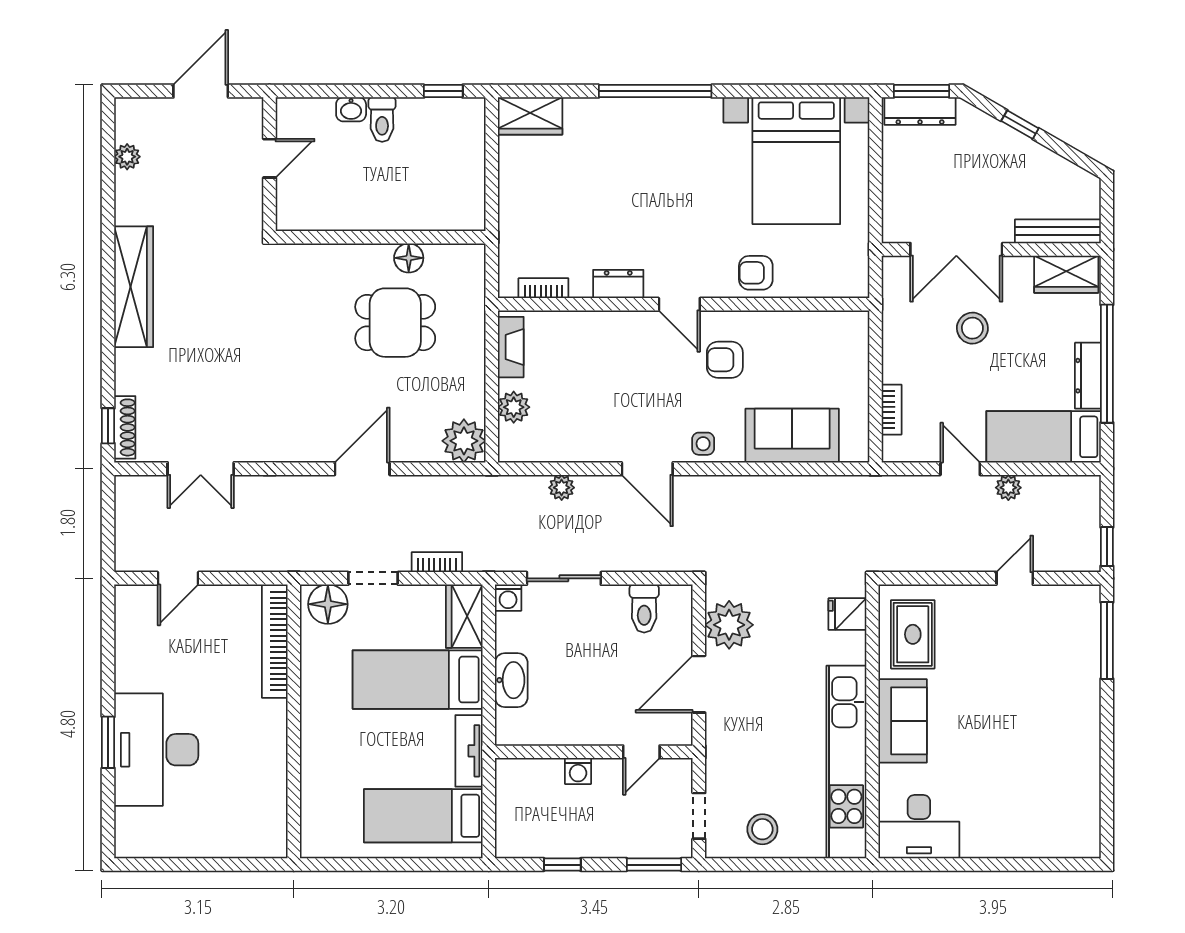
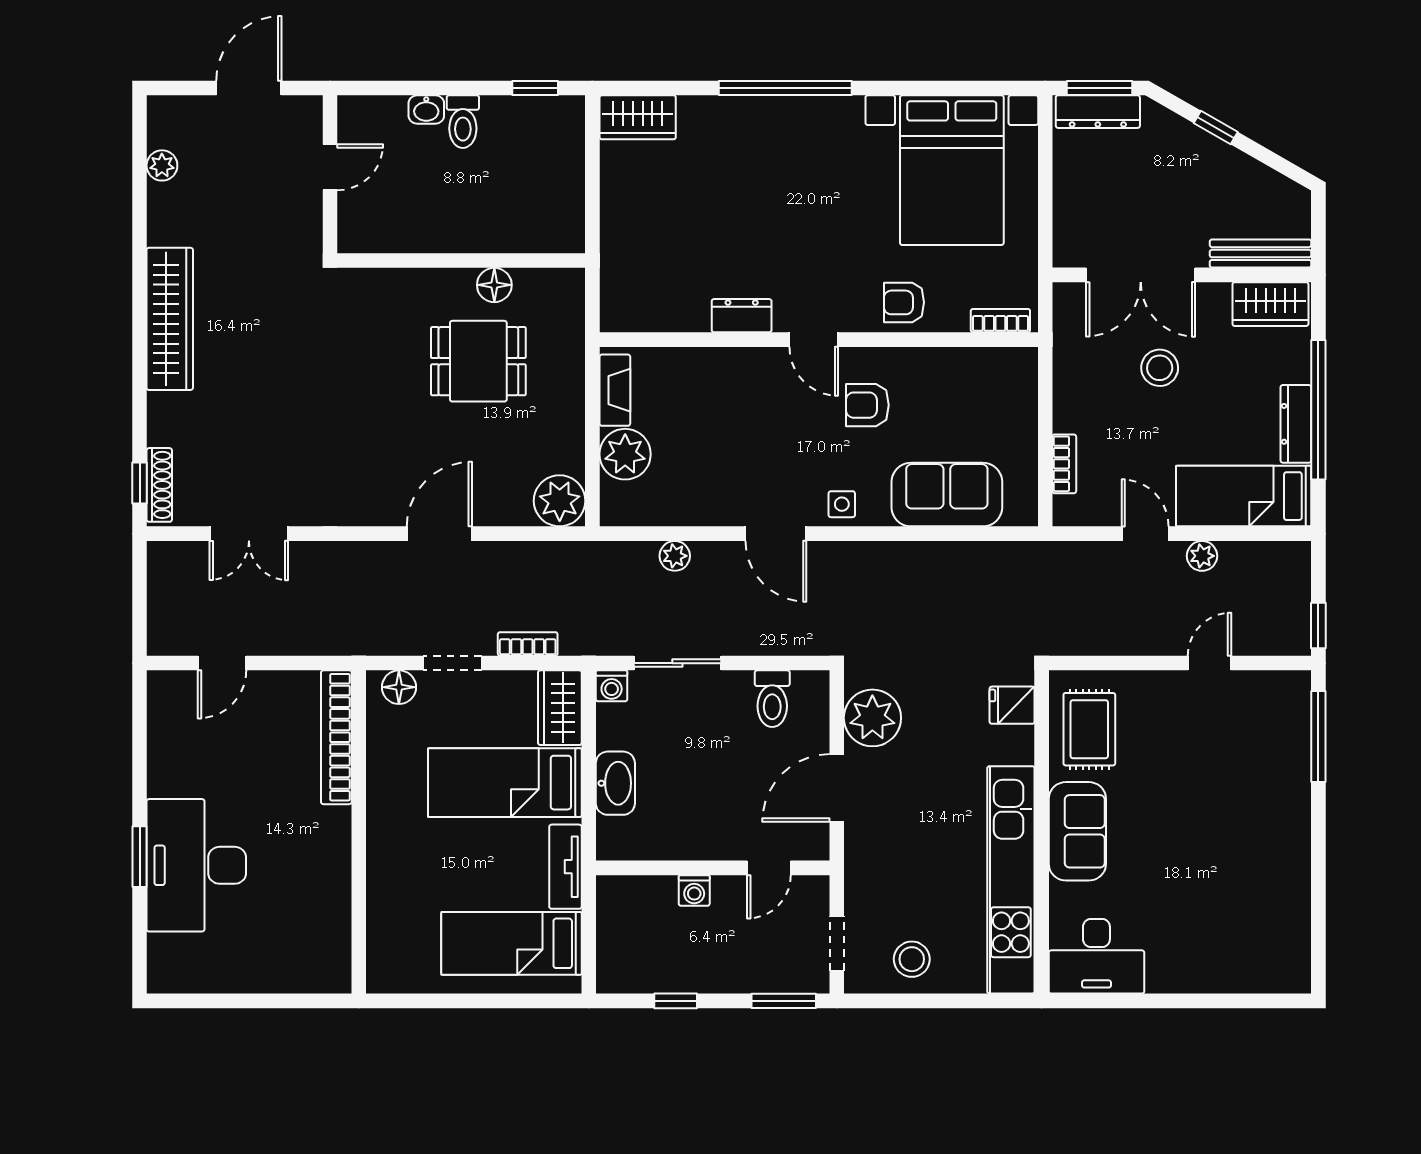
bookcase: (543, 288) -> (1000, 321), moved
plant: (514, 407) -> (625, 454), width x1.36, depth x1.36
floor lamp: (328, 604) -> (399, 687), width x0.73, depth x0.73

